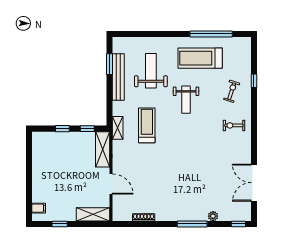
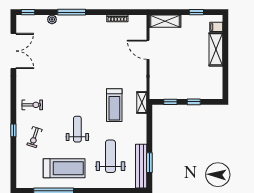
weight bench: (151, 71) -> (110, 156), turned 180
bench: (118, 77) -> (141, 166), moved
window: (254, 81) -> (13, 130), moved
shelving: (103, 149) -> (216, 49), moved

